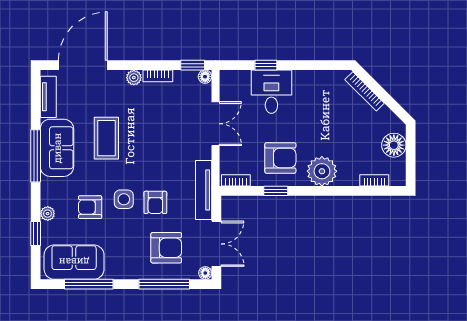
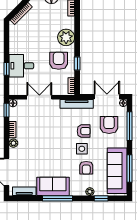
coffee table: (106, 138) -> (47, 159), removed
sofa: (74, 262) -> (117, 171), width x1.36

